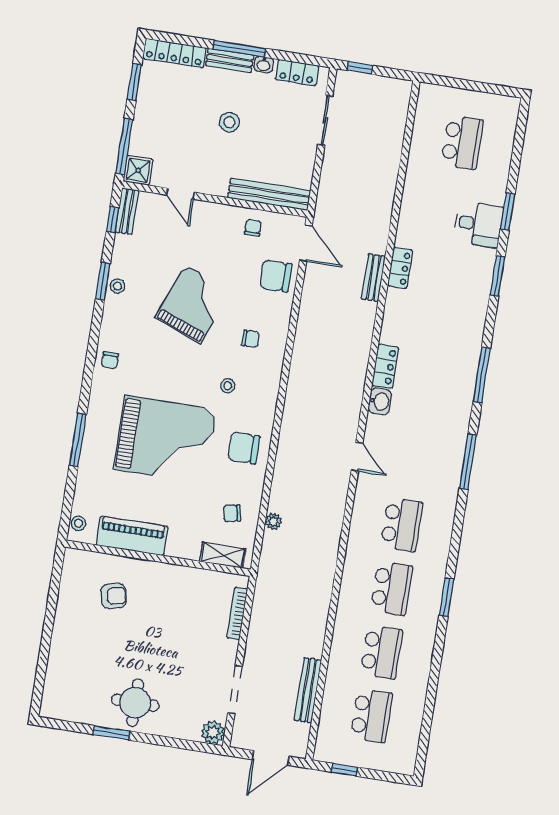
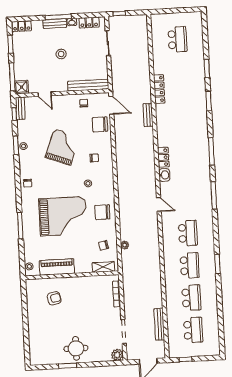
locker: (174, 53) -> (22, 26), width x0.66
desk: (478, 224) -> (194, 78), removed
locker: (400, 268) -> (159, 89), moved, width x1.53

